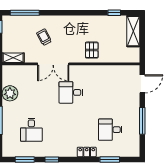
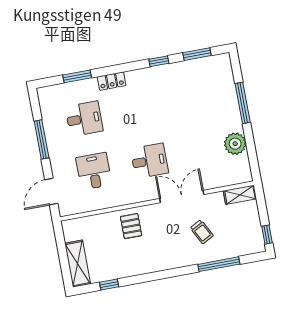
window: (25, 13) -> (219, 264), moved
desk: (31, 130) -> (94, 171), moved

